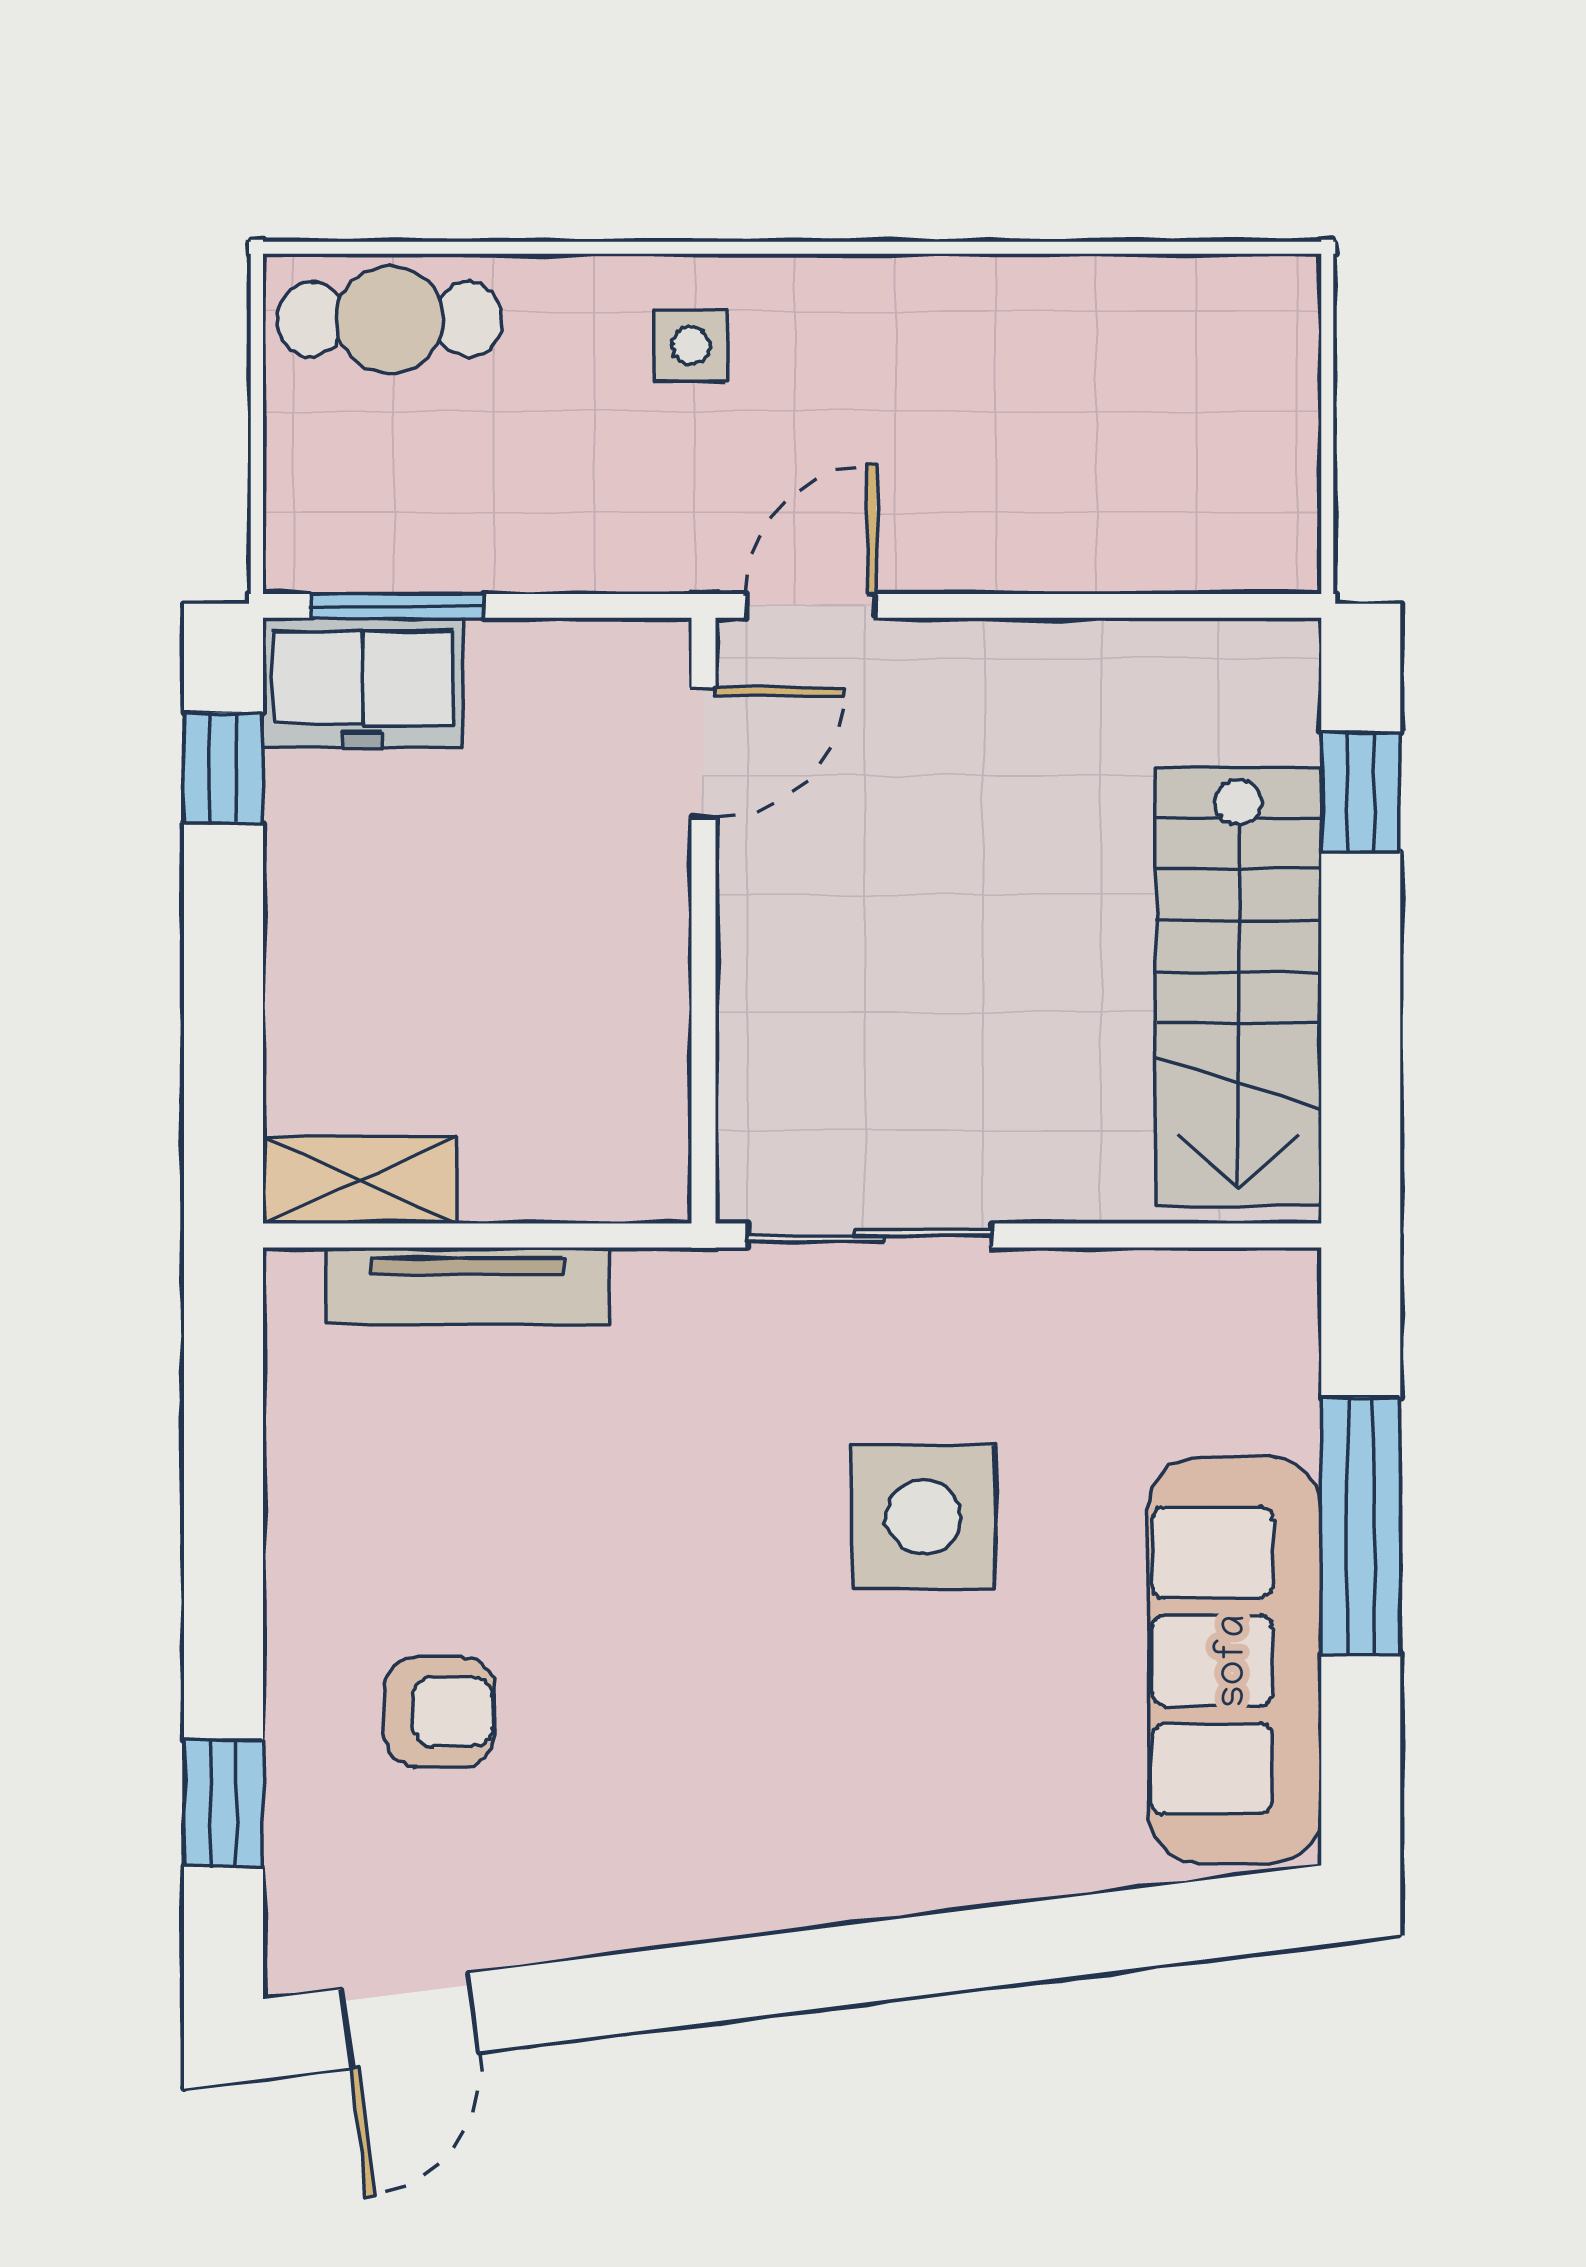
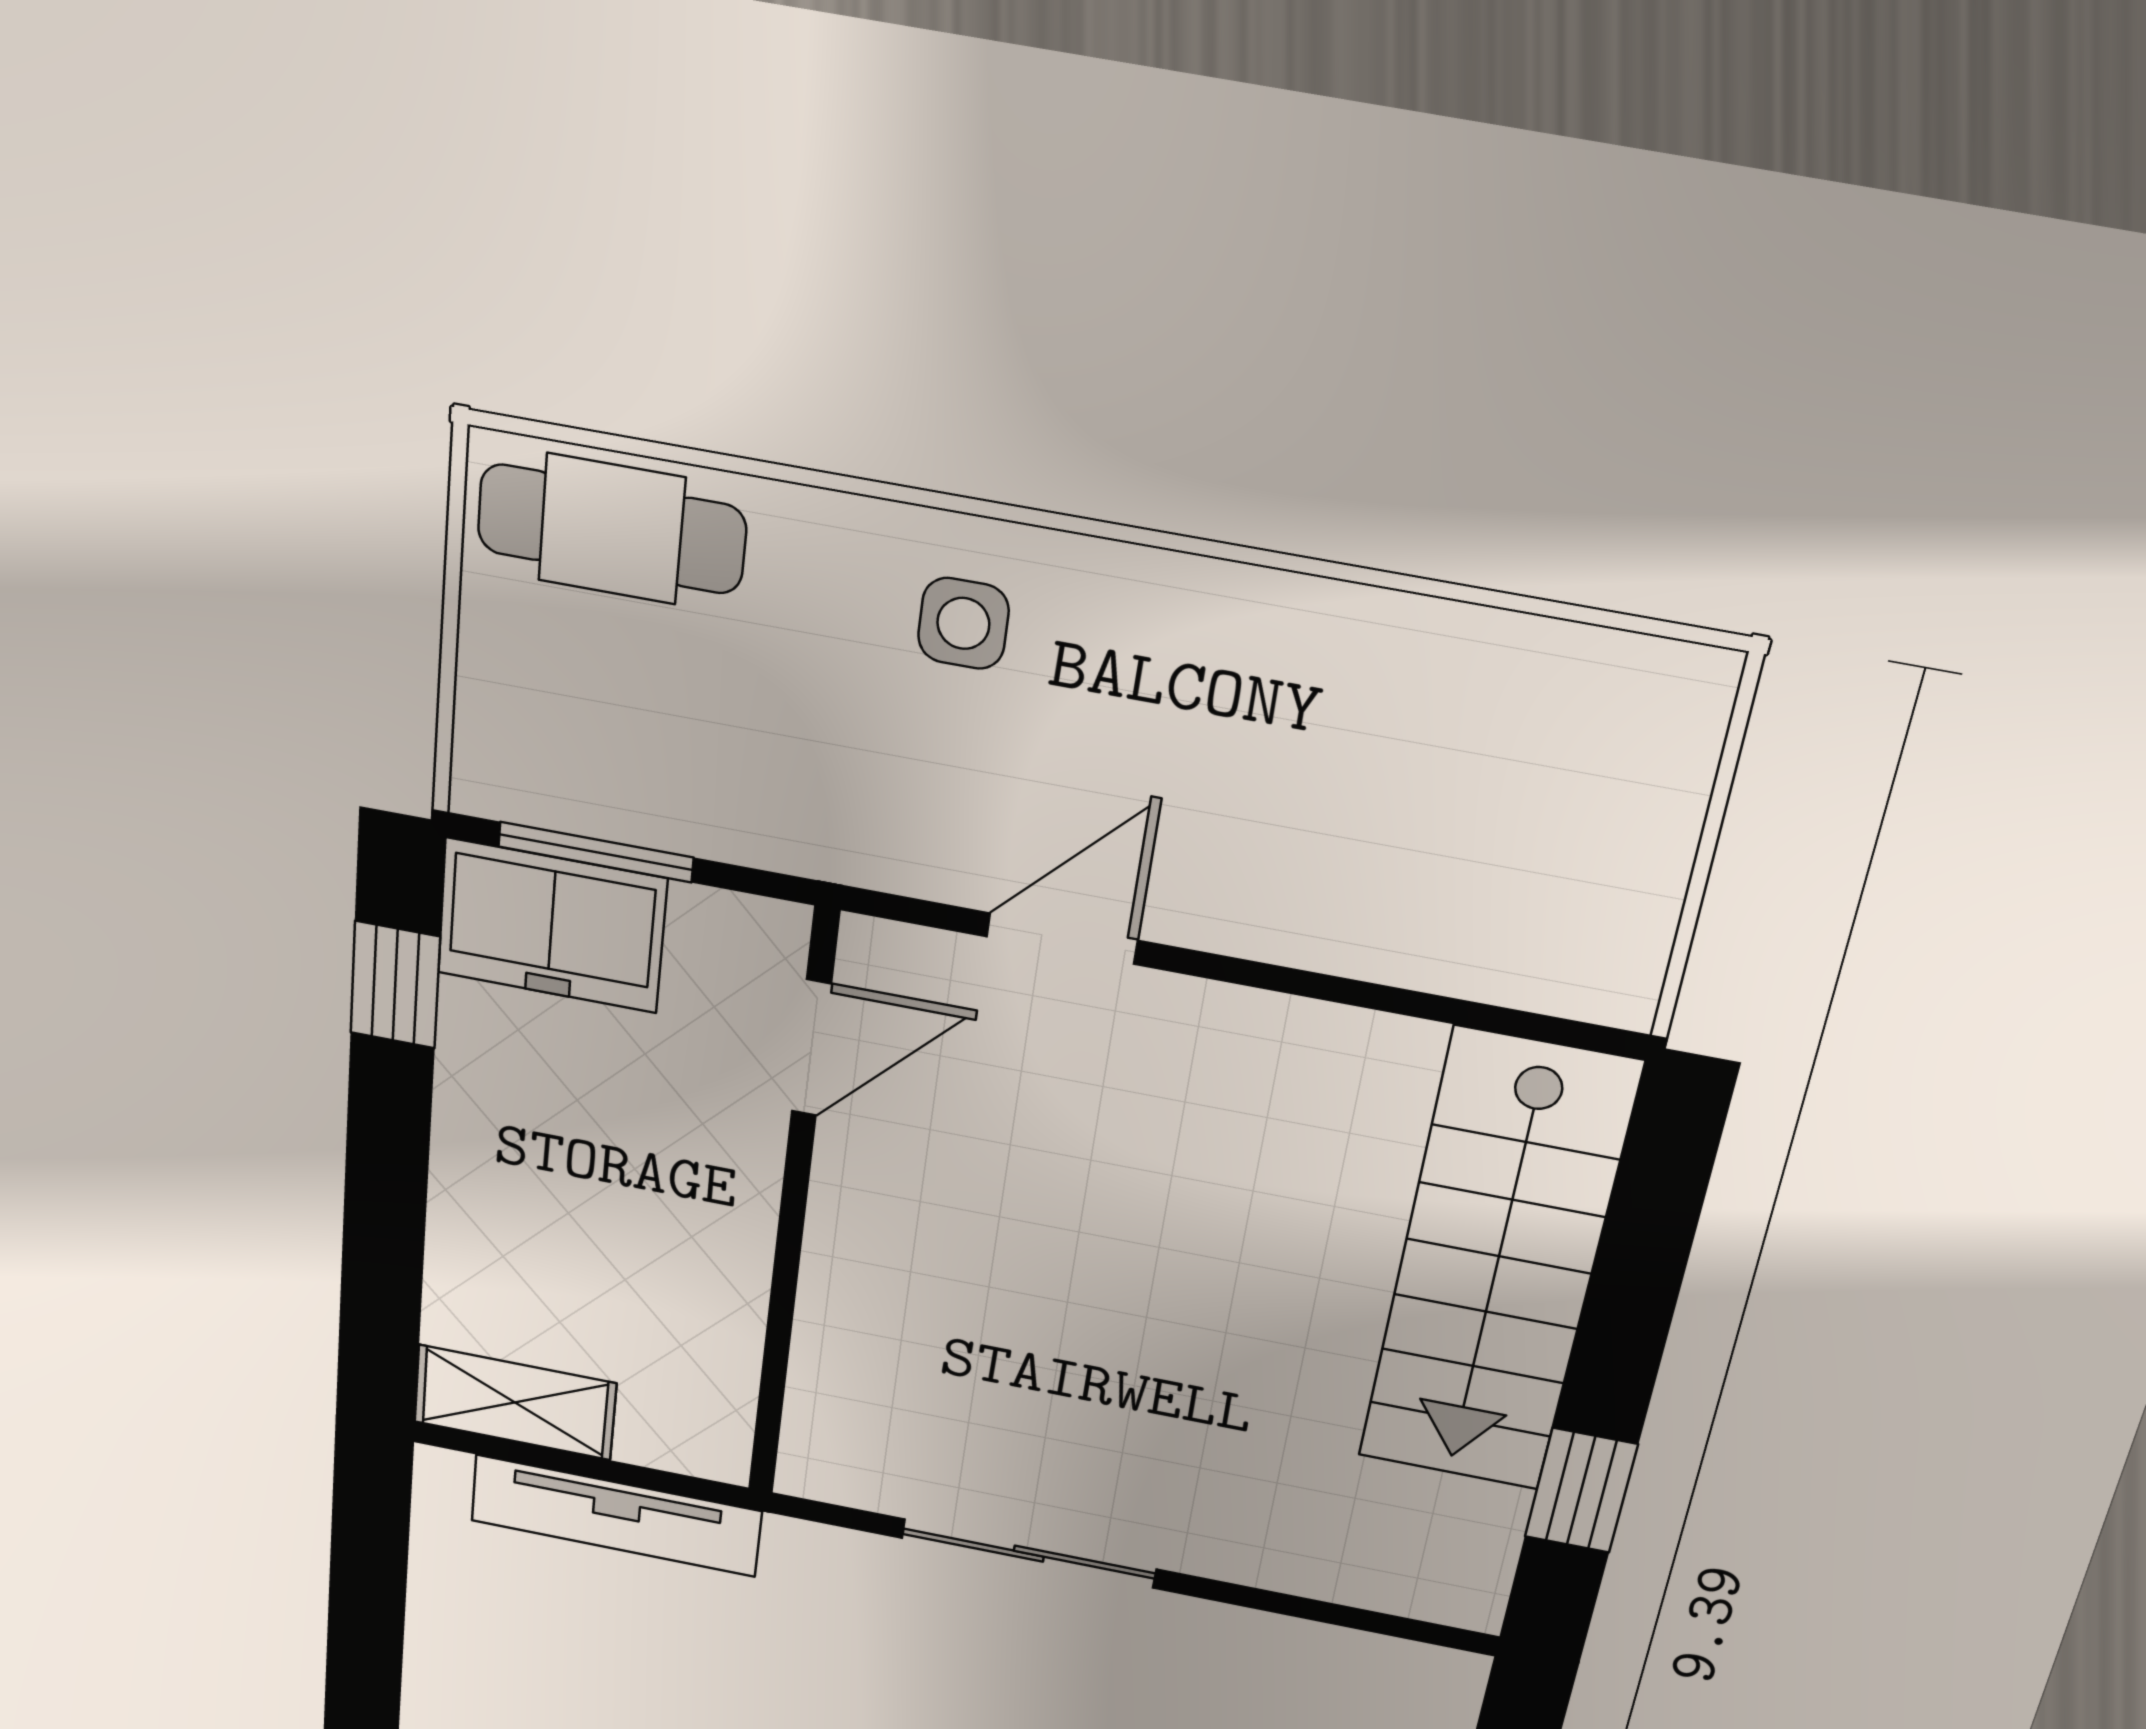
door: (704, 753) -> (811, 1048), moved
window: (1361, 792) -> (1581, 1491), moved
wall: (704, 921) -> (792, 1213), moved
stairs: (1238, 987) -> (1497, 1265), moved

